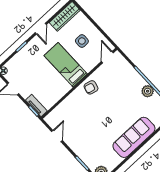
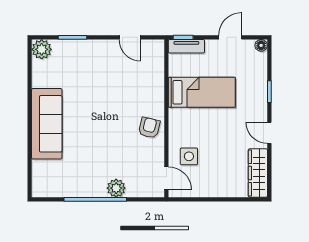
side table: (82, 41) -> (189, 156), moved
bed: (66, 65) -> (202, 92), moved
plant: (148, 91) -> (116, 188), moved

